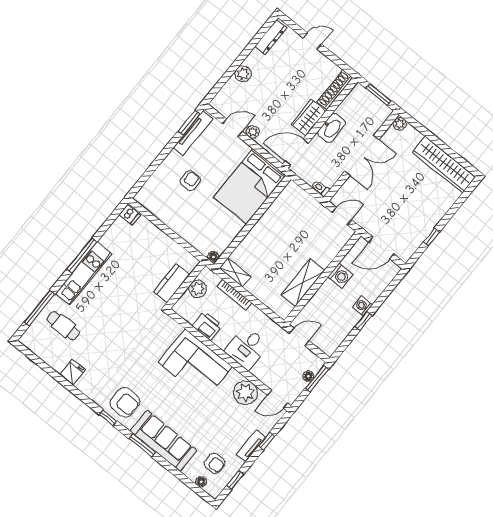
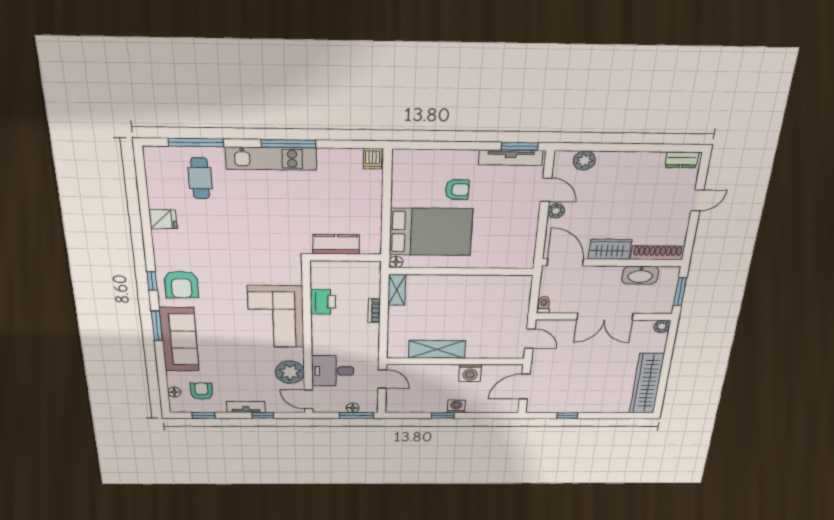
dresser: (271, 37) -> (682, 160), width x0.70
door: (312, 41) -> (697, 200), hinge flipped
plant: (243, 74) -> (584, 160), moved
washbasin: (331, 128) -> (640, 275), moved
bed: (250, 186) -> (431, 232), moved, turned 180
door: (381, 248) -> (525, 387), hinge flipped
plant: (198, 289) -> (352, 270), removed
bookcase: (234, 295) -> (374, 311), width x0.64
desk: (247, 348) -> (333, 371), moved
armchair: (215, 463) -> (201, 391), turned 180

